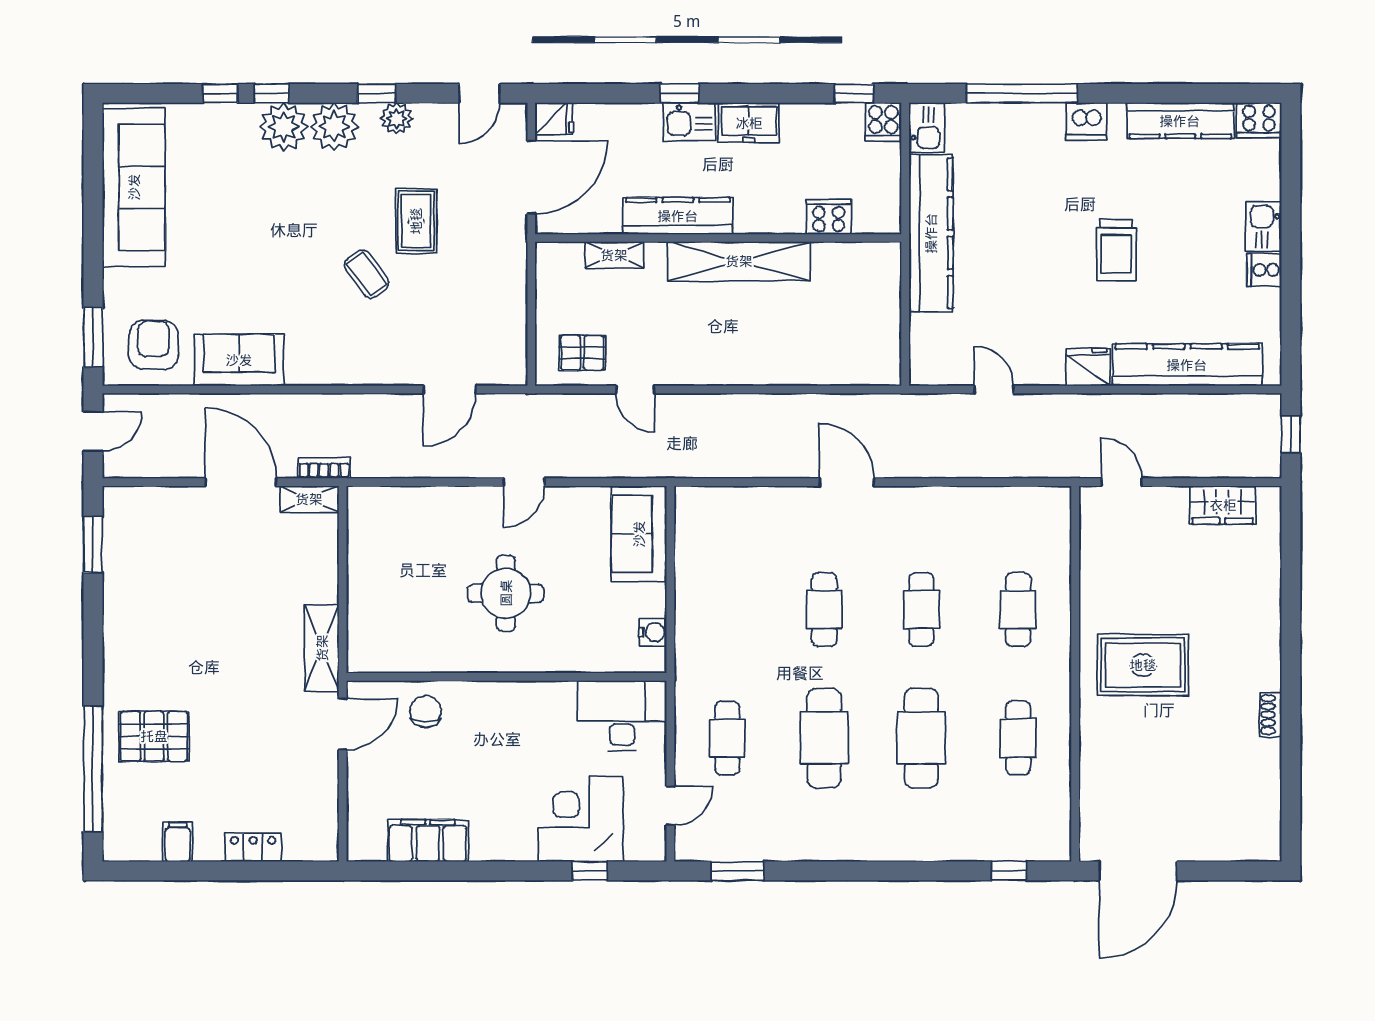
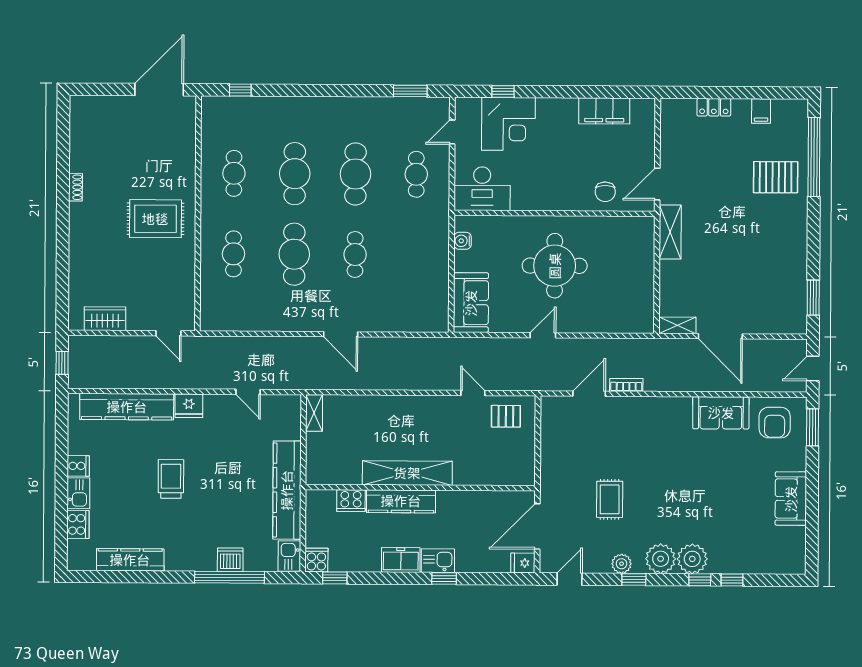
cooker: (1259, 120) -> (78, 524), moved, turned 90
dishwasher: (1087, 122) -> (230, 560), moved
sofa: (134, 187) -> (791, 499), width x0.54, depth x0.79
kitchen counter: (678, 216) -> (401, 501), moved
shelving: (614, 255) -> (314, 413), moved, turned 90
coffee table: (367, 274) -> (641, 466), removed
bookcase: (324, 468) -> (626, 385), moved, turned 180
round table: (506, 593) -> (555, 266), width x1.36, depth x1.36
cafe table: (921, 610) -> (294, 254), width x1.37, depth x1.35

